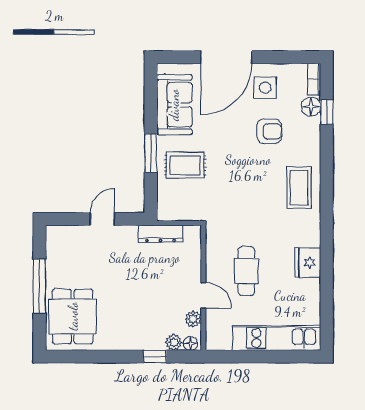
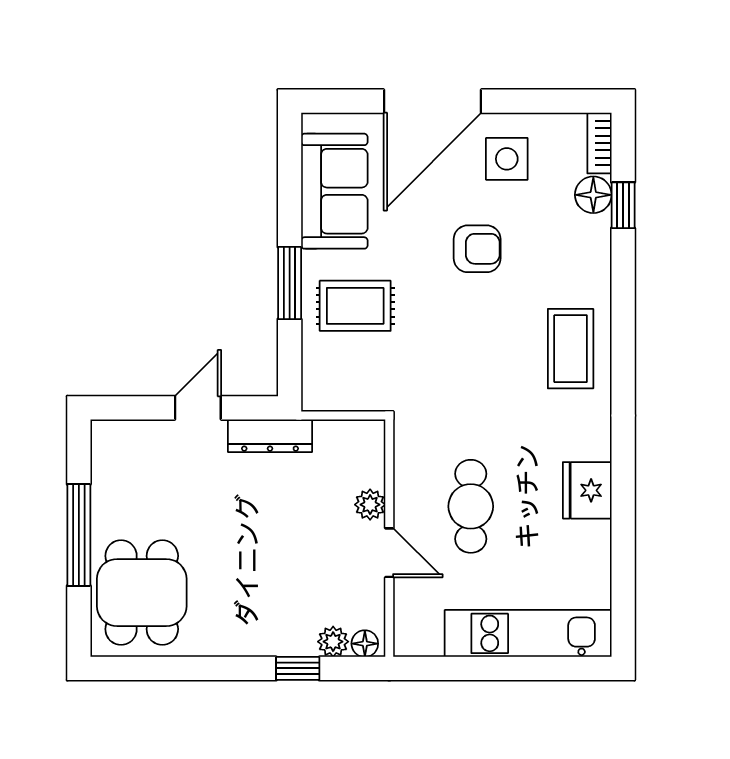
armchair: (269, 131) -> (477, 249), moved
dresser: (160, 234) -> (270, 436), moved
plant: (193, 319) -> (370, 505), moved

